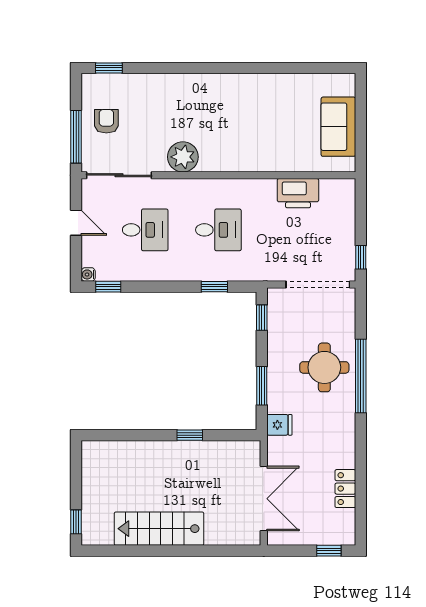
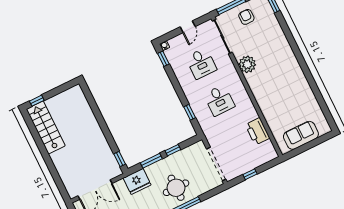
armchair: (106, 121) -> (246, 17), turned -90
window: (361, 257) -> (250, 174), moved
window: (262, 318) -> (173, 150), moved
fridge: (279, 425) -> (137, 181), width x1.88, depth x1.34
window: (190, 435) -> (120, 159), moved
stairs: (159, 529) -> (46, 127), moved

